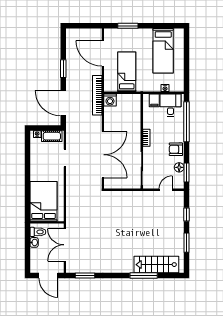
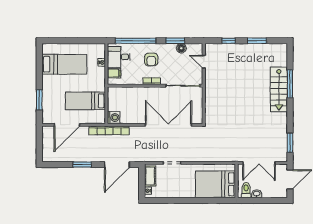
armchair: (176, 149) -> (151, 59), moved
window: (187, 172) -> (175, 41), moved
stairs: (156, 265) -> (279, 89), moved

